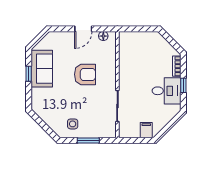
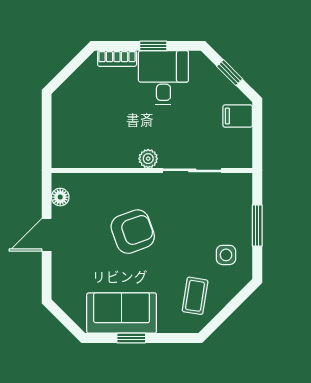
door: (83, 29) -> (47, 235), swing flipped
armchair: (85, 74) -> (133, 232), turned 70
plant: (124, 83) -> (148, 159), added
coffee table: (51, 108) -> (195, 296), added
window: (169, 126) -> (230, 73), added

